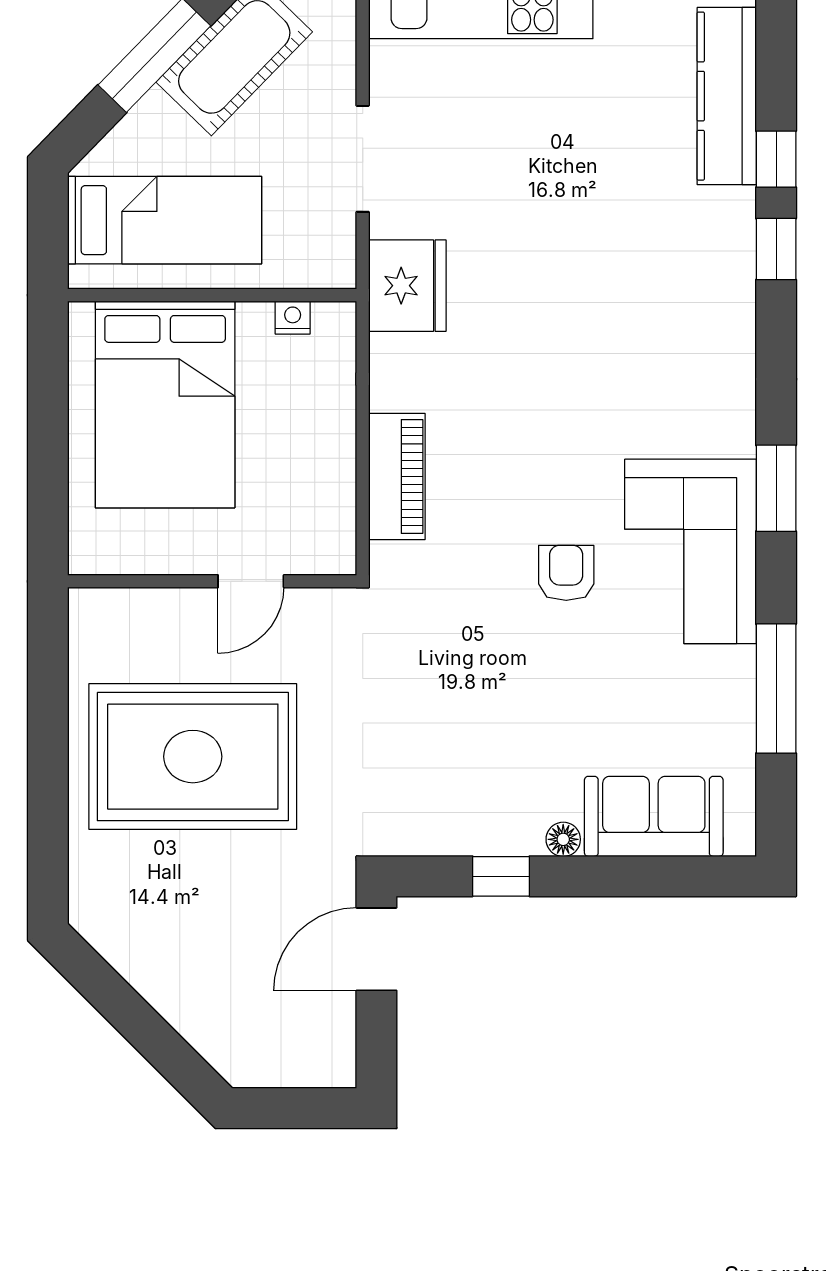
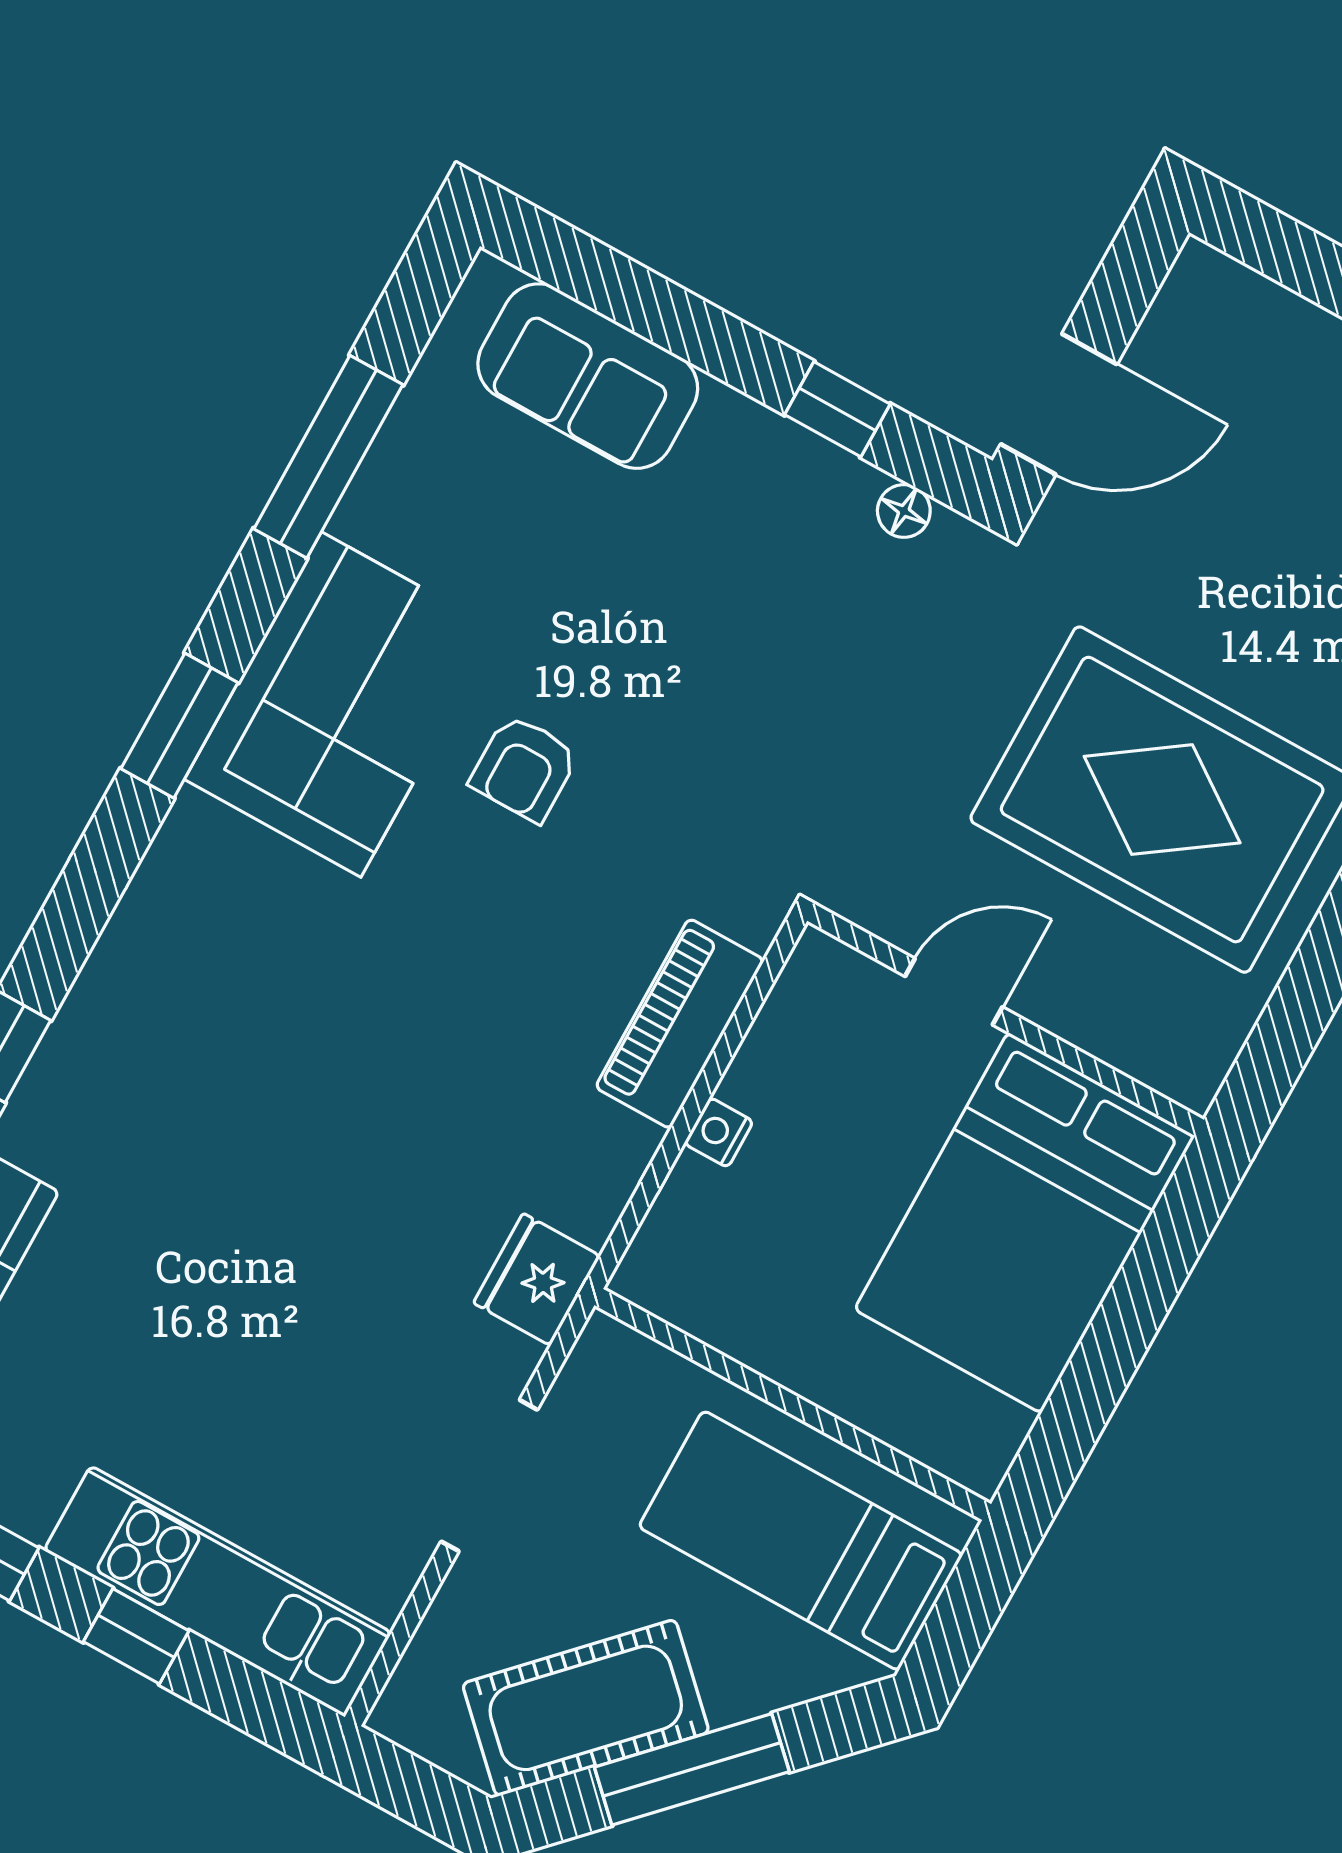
fridge: (407, 286) -> (537, 1279), width x0.73, depth x0.75
nightstand: (293, 318) -> (719, 1132), moved, turned 90
bed: (165, 404) -> (1025, 1223), moved, turned 180
floor lamp: (563, 839) -> (904, 511), moved

